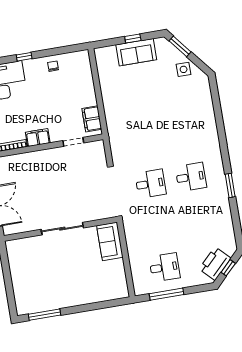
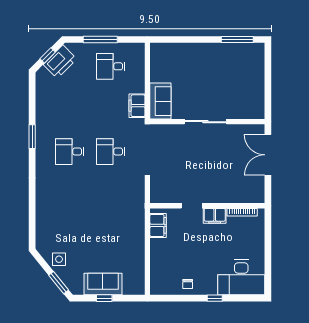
doorway: (73, 142) -> (192, 206), moved
filing cabinet: (132, 233) -> (137, 106), added
window: (167, 294) -> (100, 39), moved

